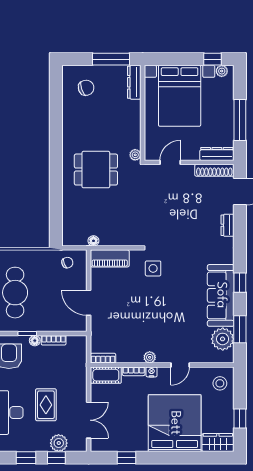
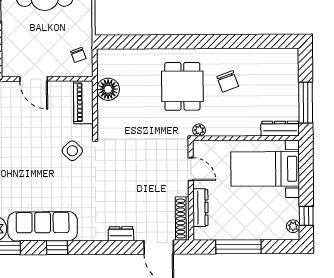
chair: (86, 88) -> (228, 81), moved
bed with nightstands: (180, 96) -> (265, 169), width x0.73
dresser: (217, 154) -> (200, 208), moved
floor lamp: (93, 241) -> (108, 89), width x1.89, depth x1.89
side table: (153, 268) -> (72, 151), turned 45
door: (89, 303) -> (34, 79), swing flipped

